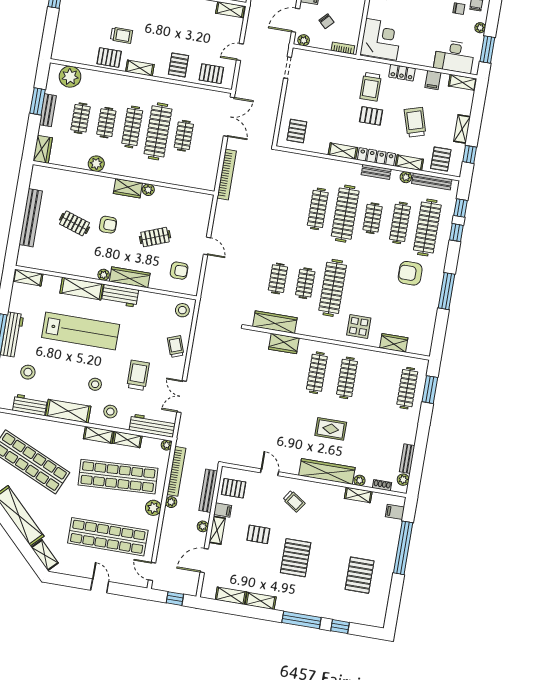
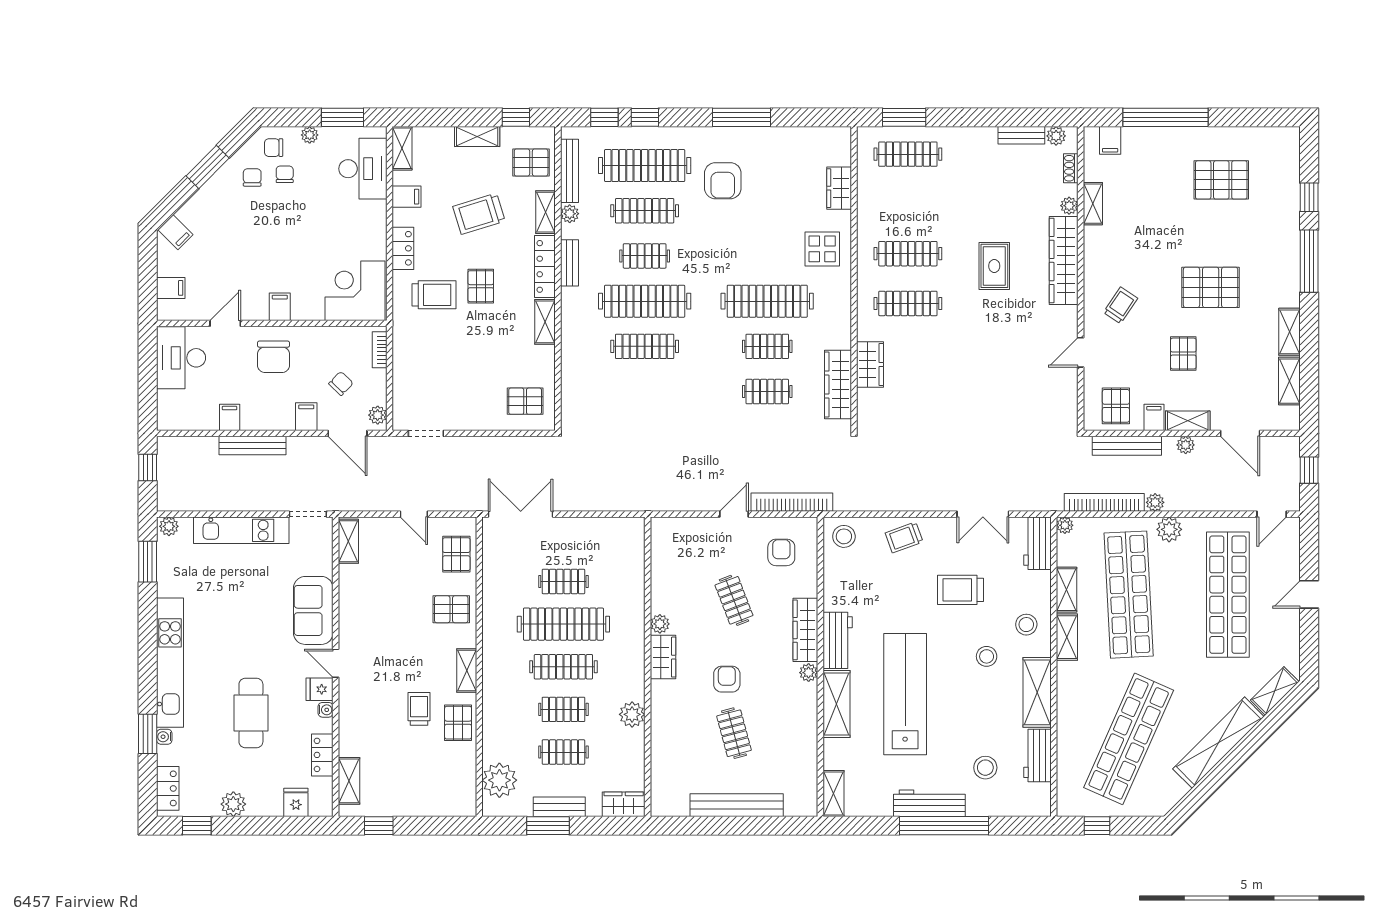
bookcase: (227, 174) -> (792, 502), moved
clothes rail: (74, 223) -> (734, 733), turned -33
workbench: (152, 426) -> (1037, 543), width x0.73

